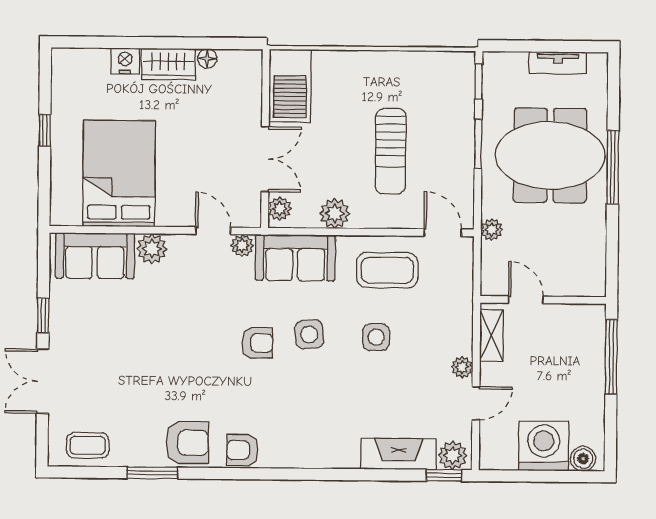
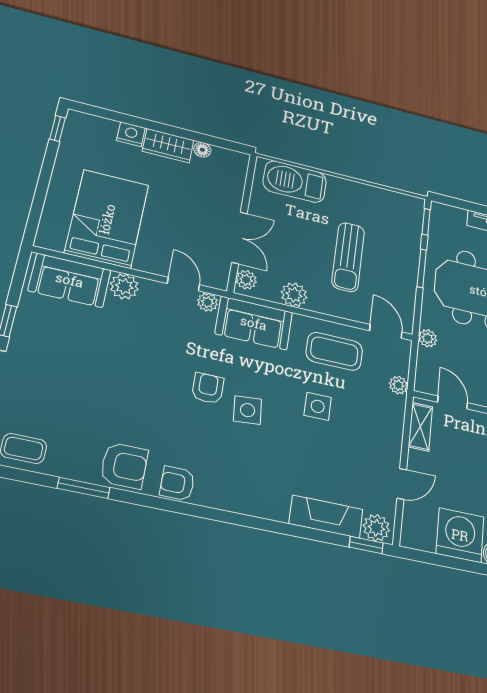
barbecue: (290, 86) -> (295, 182), moved, turned 90
window: (45, 130) -> (58, 128), moved
side table: (309, 334) -> (248, 410), moved
armchair: (257, 343) -> (208, 388), turned -90
plant: (462, 367) -> (398, 385), moved

